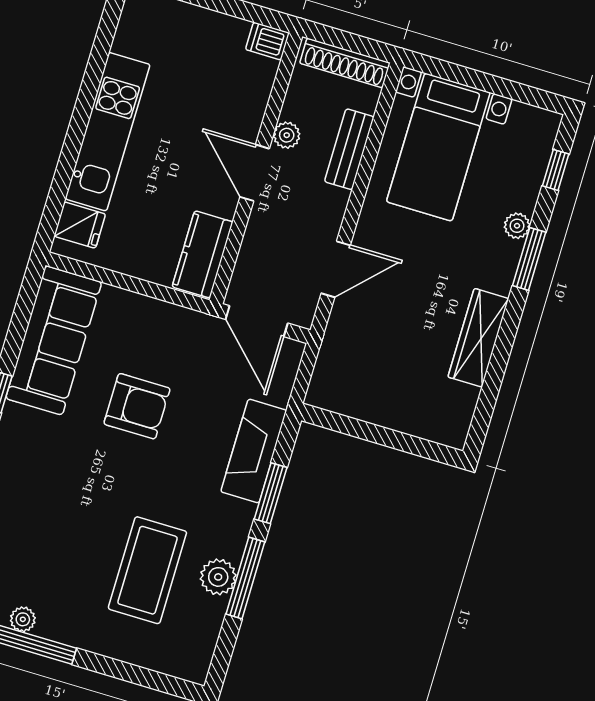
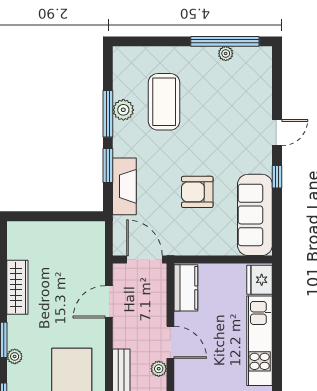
fridge: (80, 225) -> (260, 280), width x1.38

